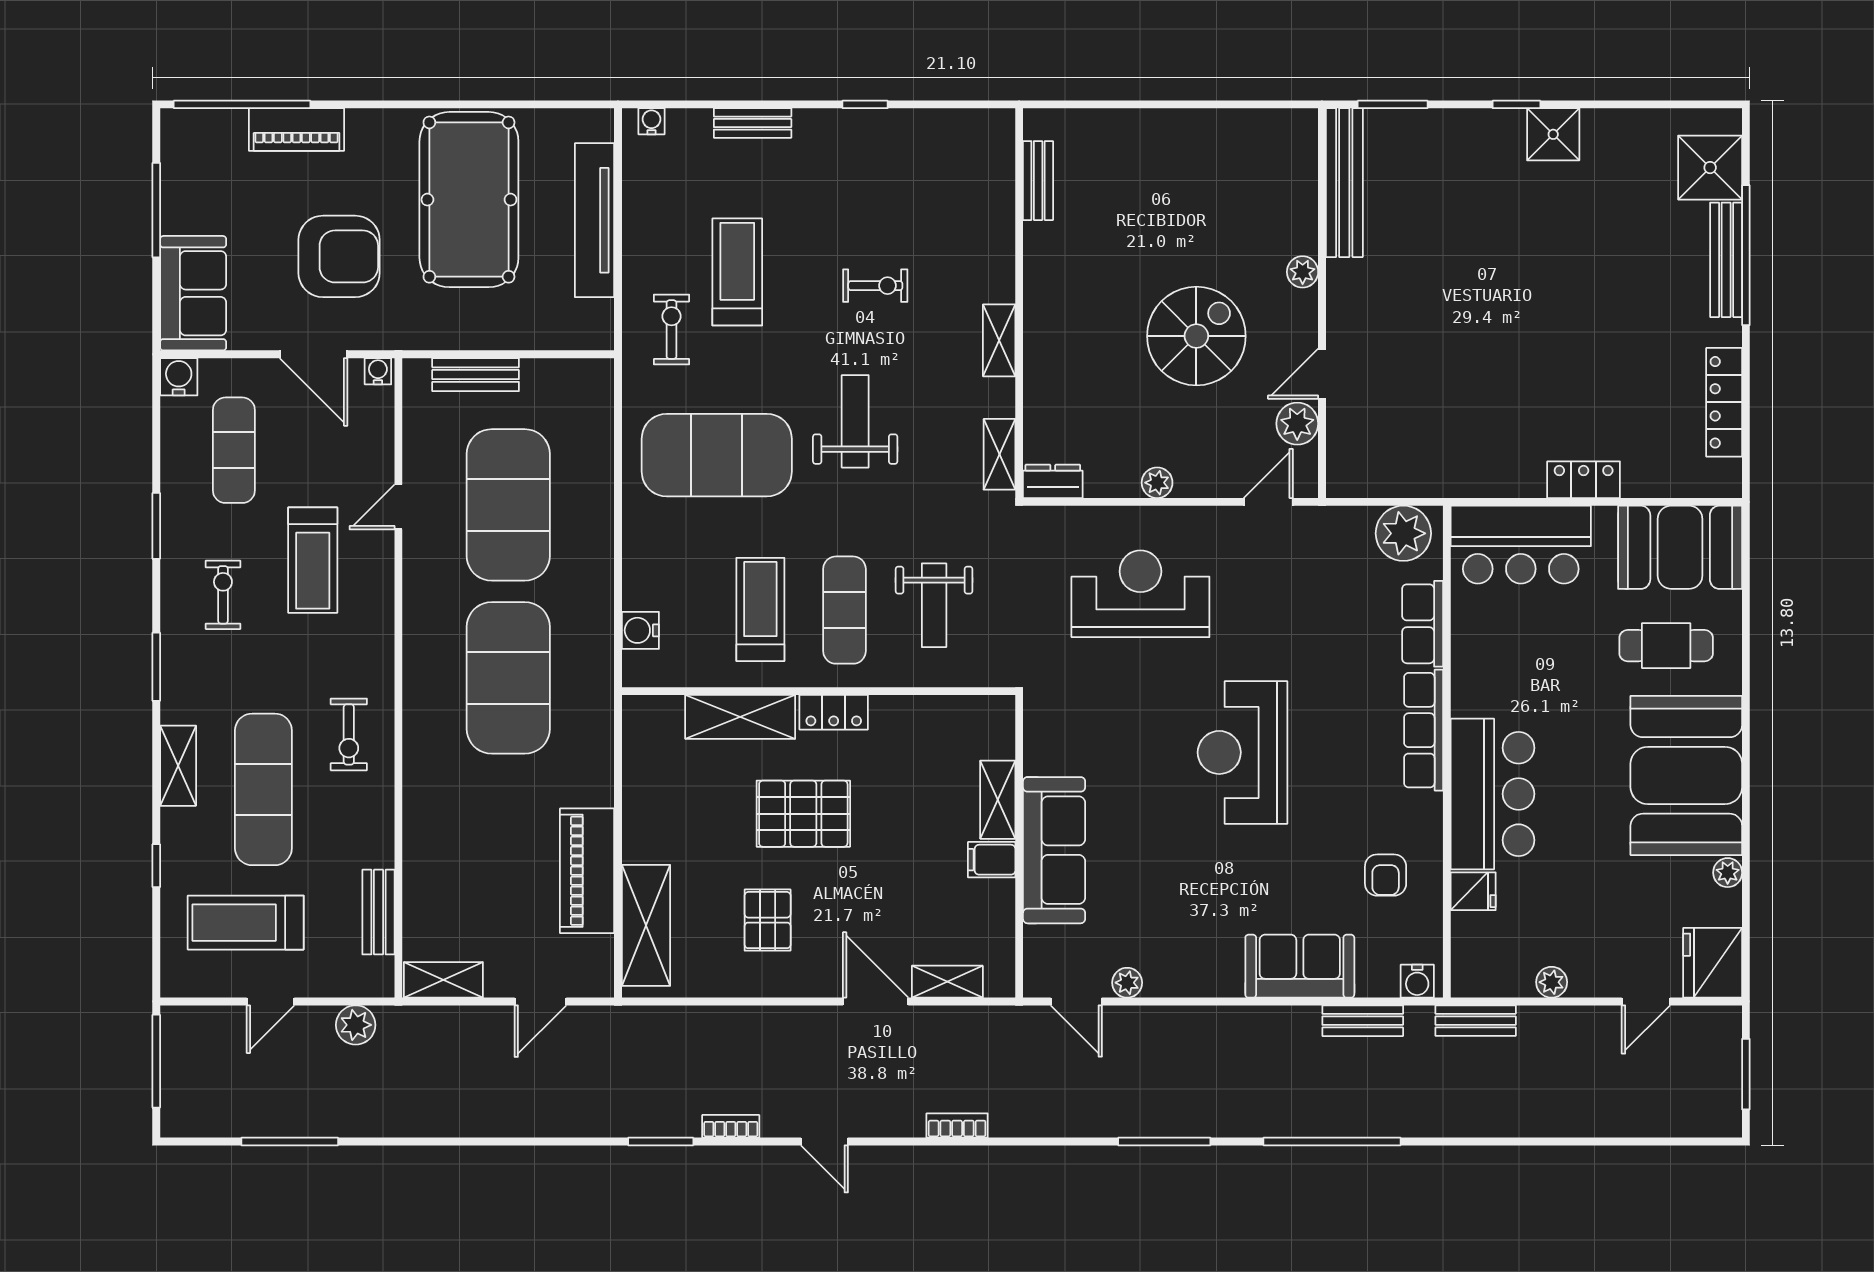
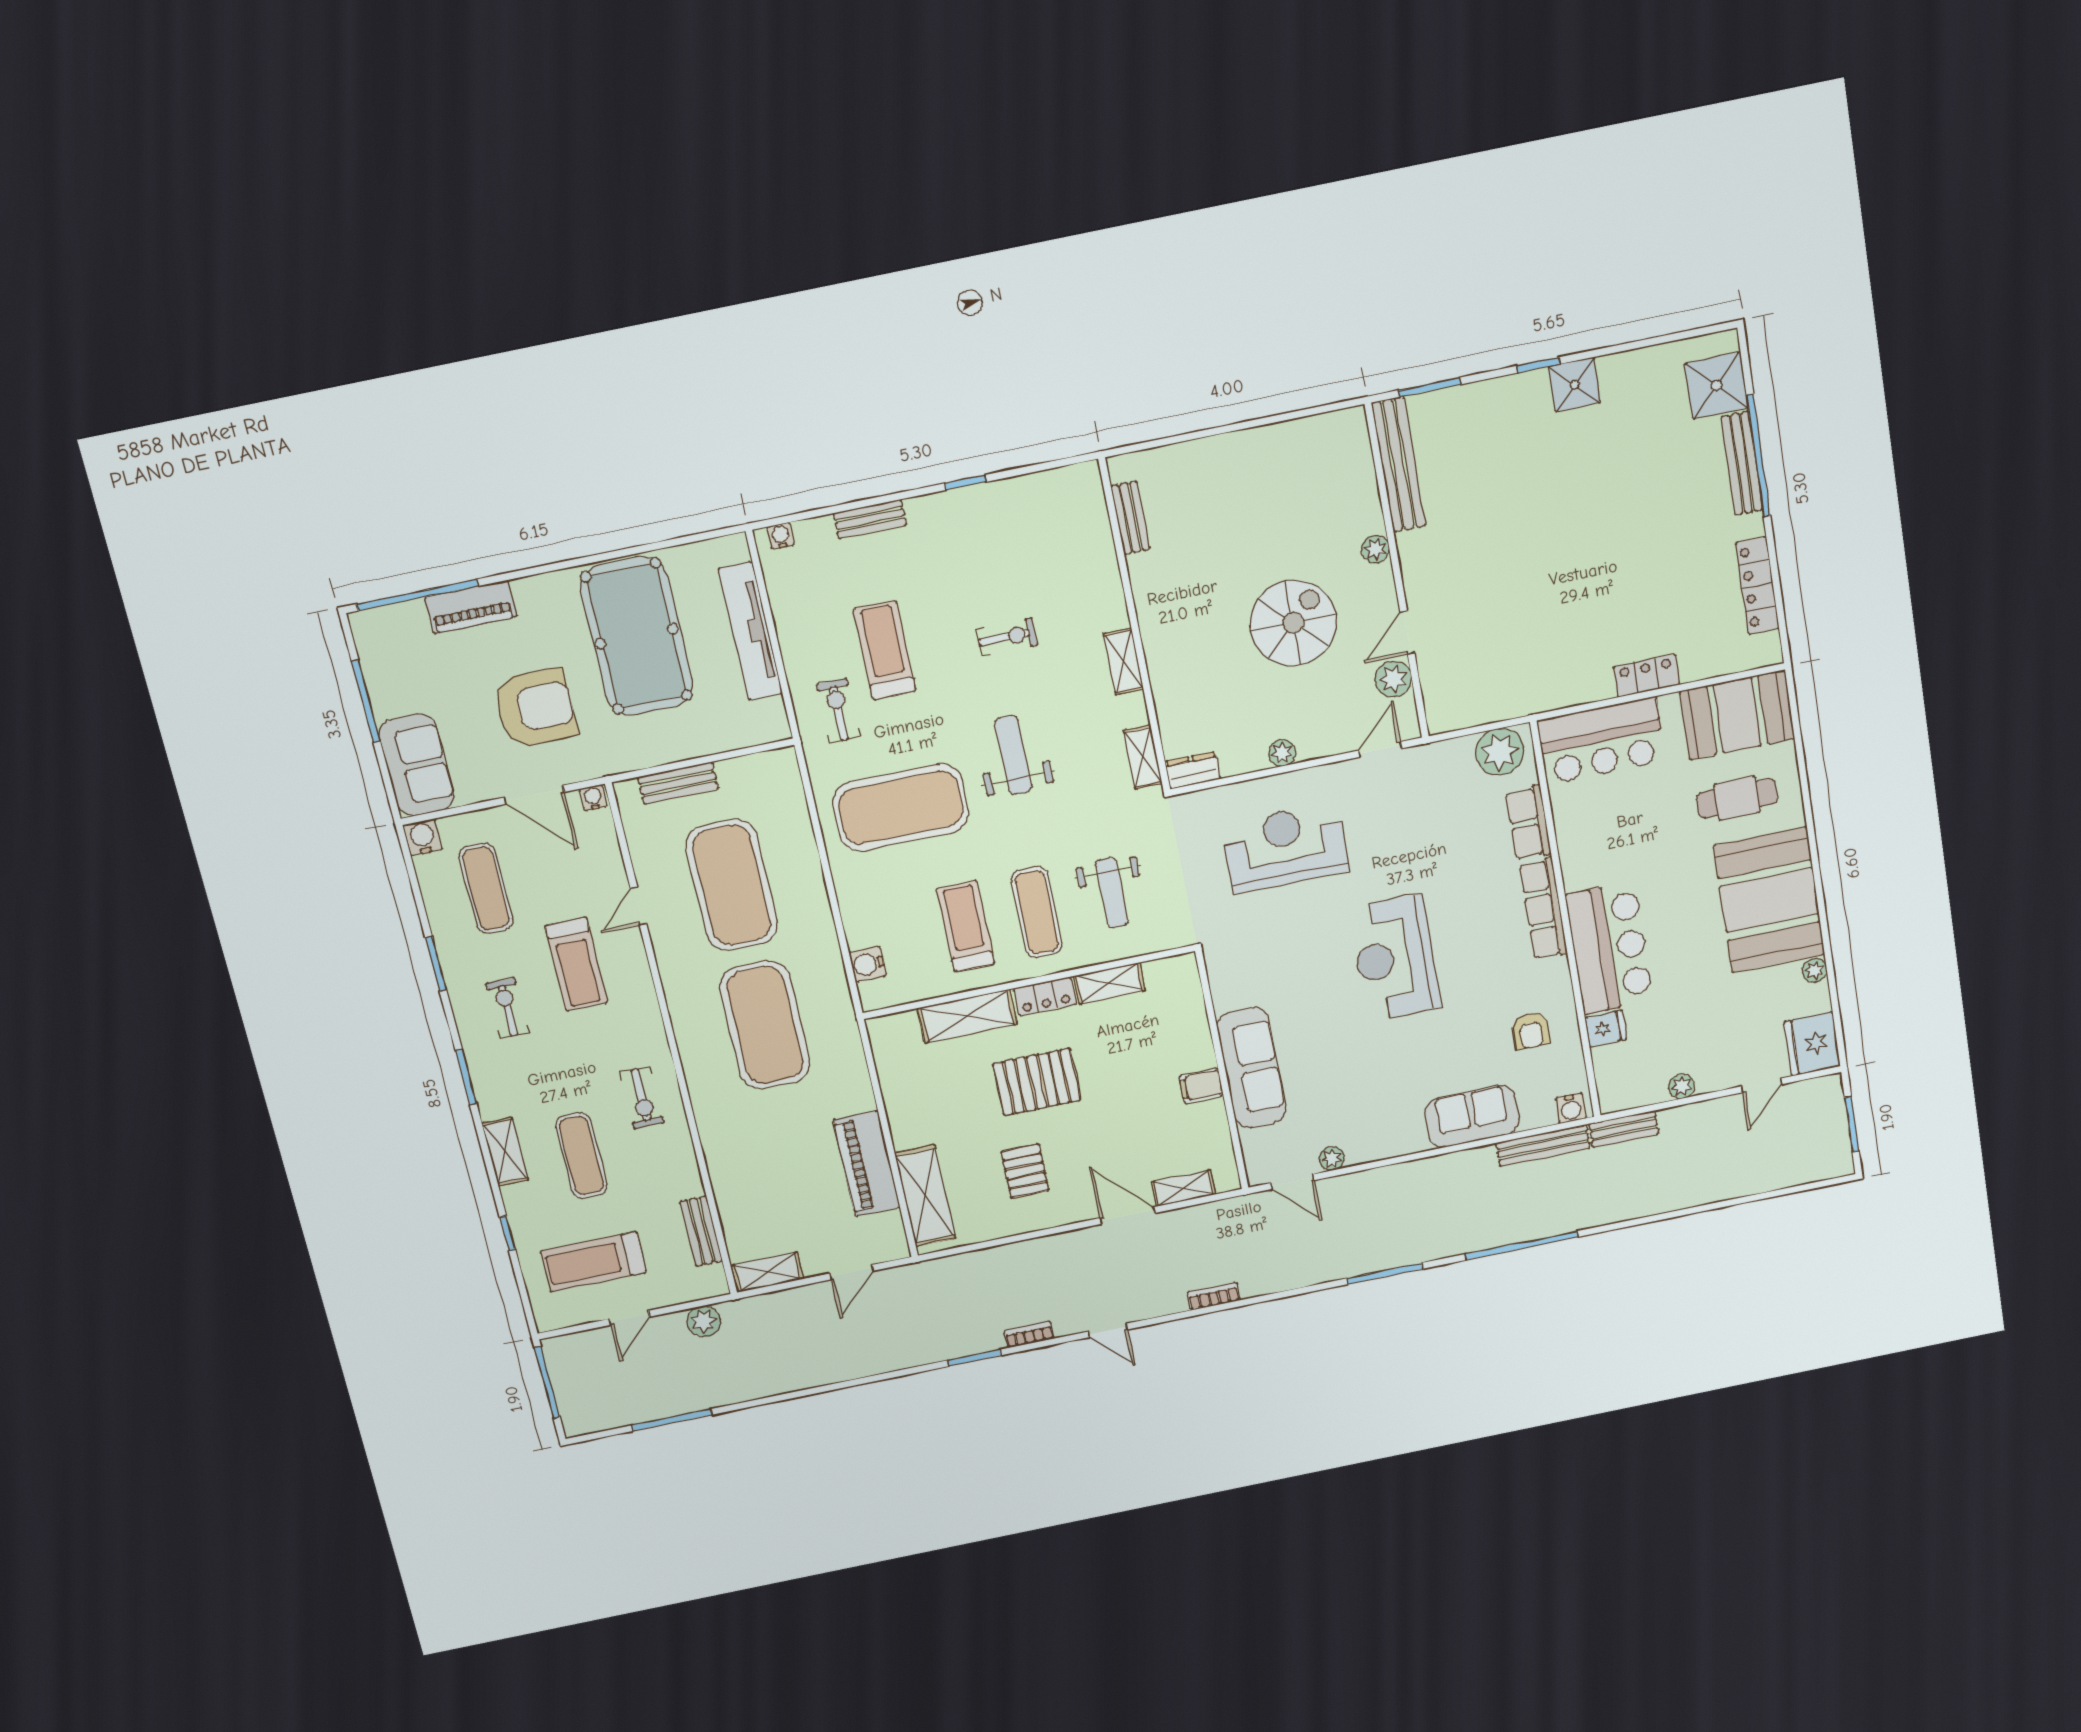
exercise mat: (263, 789) -> (581, 1156), width x0.73, depth x0.69
shelving: (998, 800) -> (1109, 983), moved, turned 90
bench: (1363, 1021) -> (1543, 1146), width x1.36

